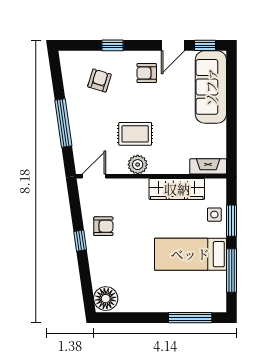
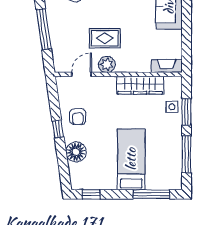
door: (94, 176) -> (82, 74), moved
armchair: (103, 226) -> (78, 117), turned 90
bed: (190, 254) -> (131, 159), moved, turned 90
floor lamp: (106, 299) -> (76, 152), moved
window: (119, 318) -> (91, 194), added

